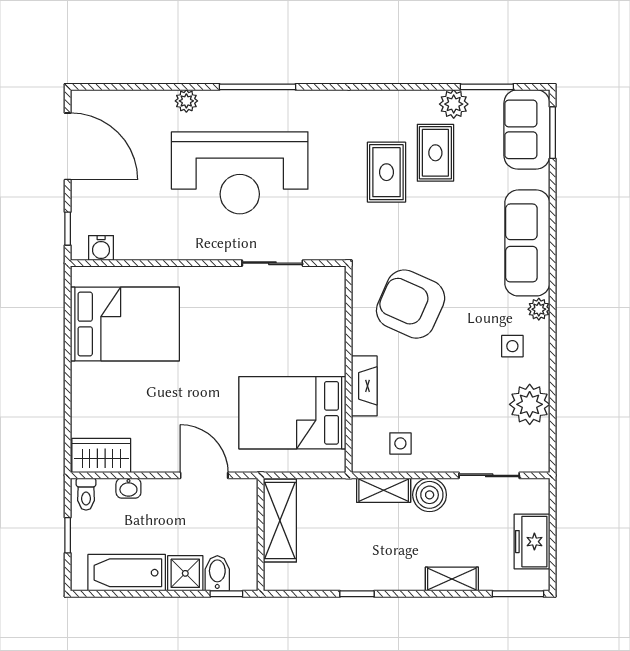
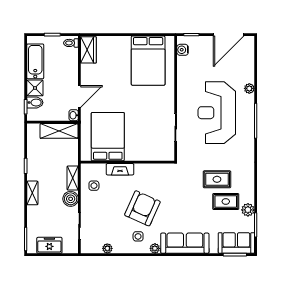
armchair: (411, 304) -> (142, 208), moved
plant: (530, 404) -> (107, 248), width x0.53, depth x0.53
washbasin: (128, 488) -> (74, 115), moved
shelving: (452, 579) -> (32, 193), moved

